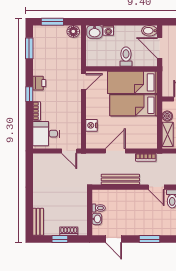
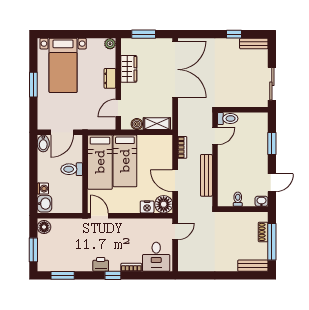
floor lamp: (94, 140) -> (164, 204), added
washbasin: (97, 219) -> (261, 201), moved
window: (60, 239) -> (272, 242), width x2.17

